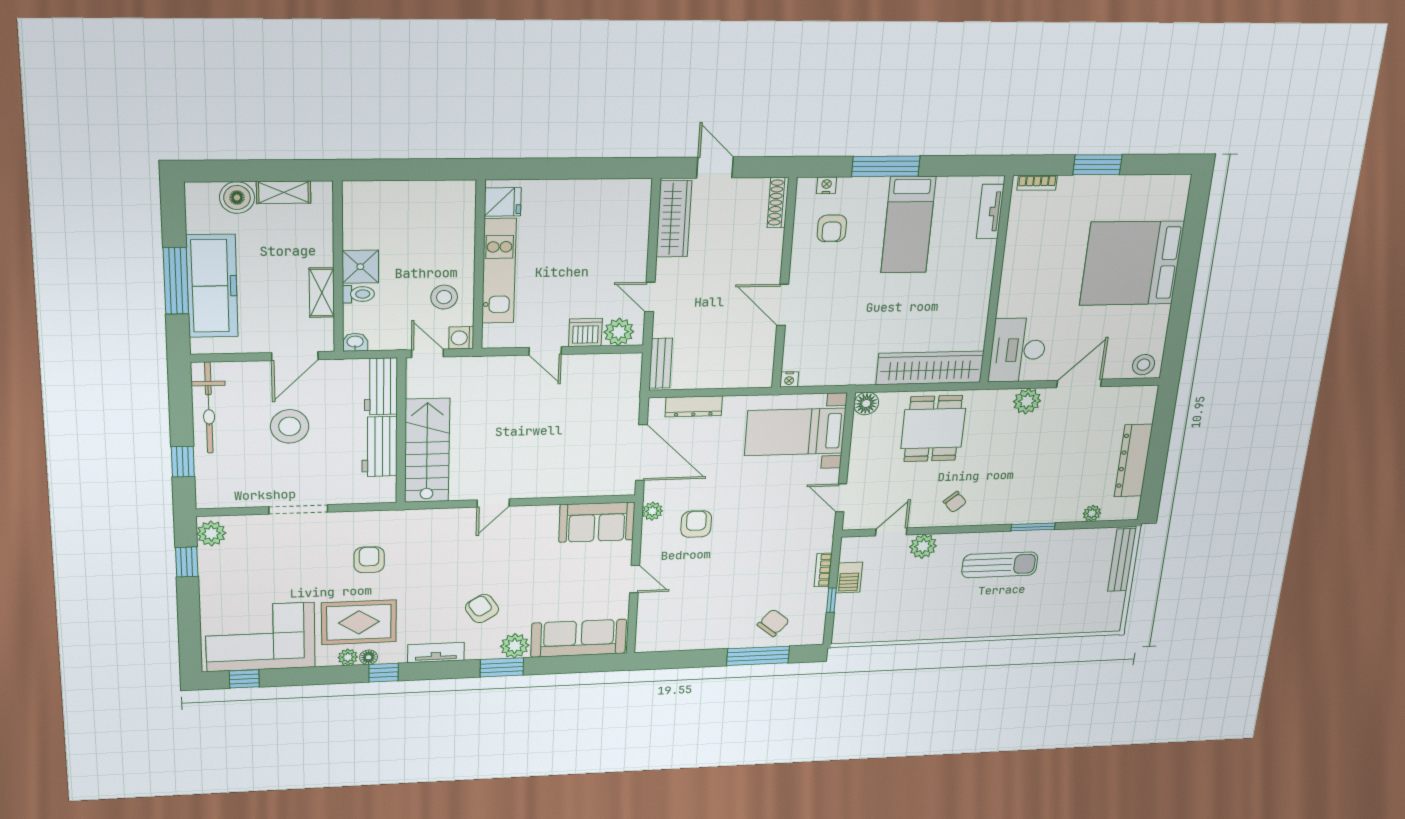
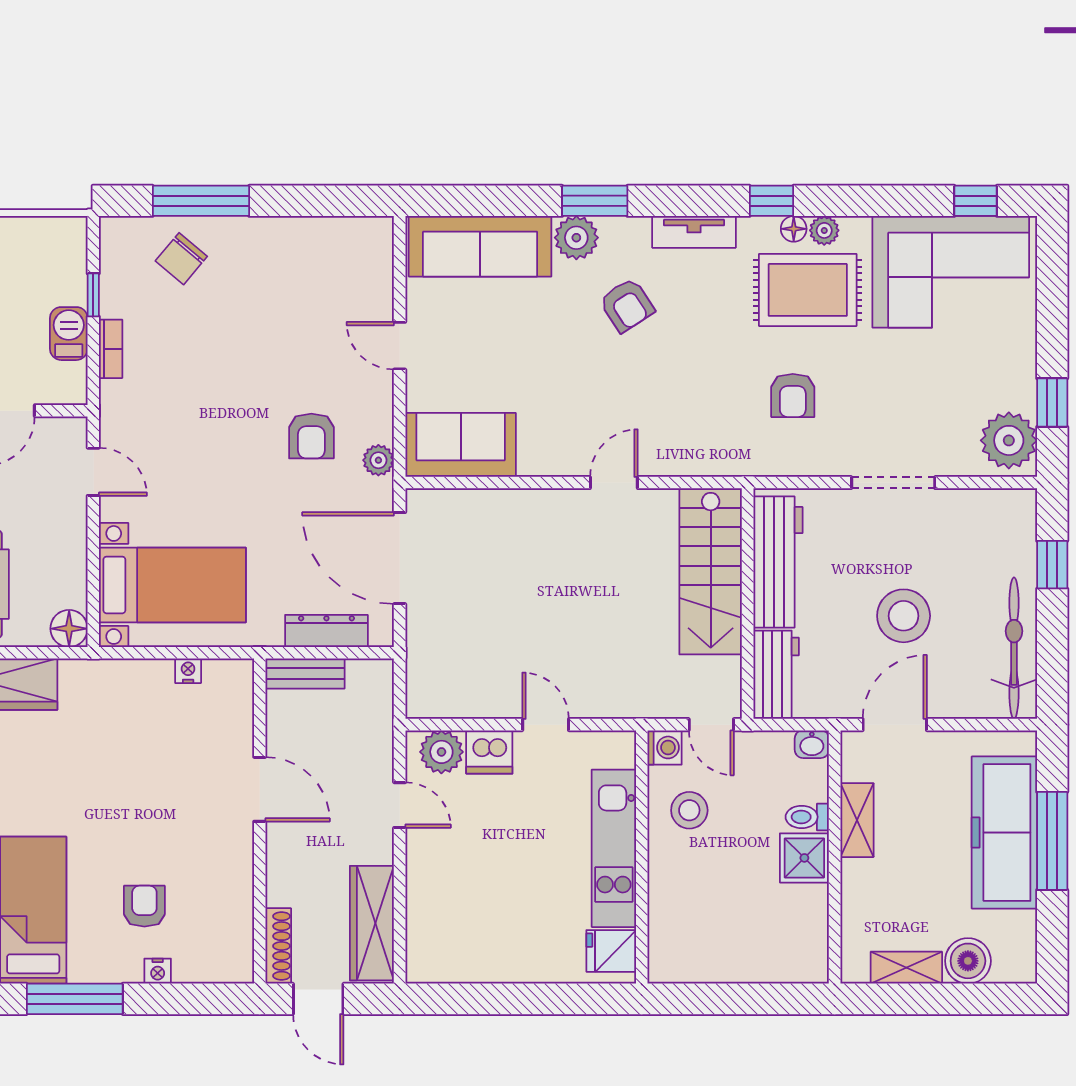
shoe rack: (778, 203) -> (278, 946), moved
wall: (784, 284) -> (260, 821), moved
door: (783, 305) -> (260, 789), moved
bench: (661, 363) -> (305, 674), moved, turned 90
workbench: (380, 447) -> (778, 562), width x1.37
plant: (211, 533) -> (1009, 440), width x1.36, depth x1.36

